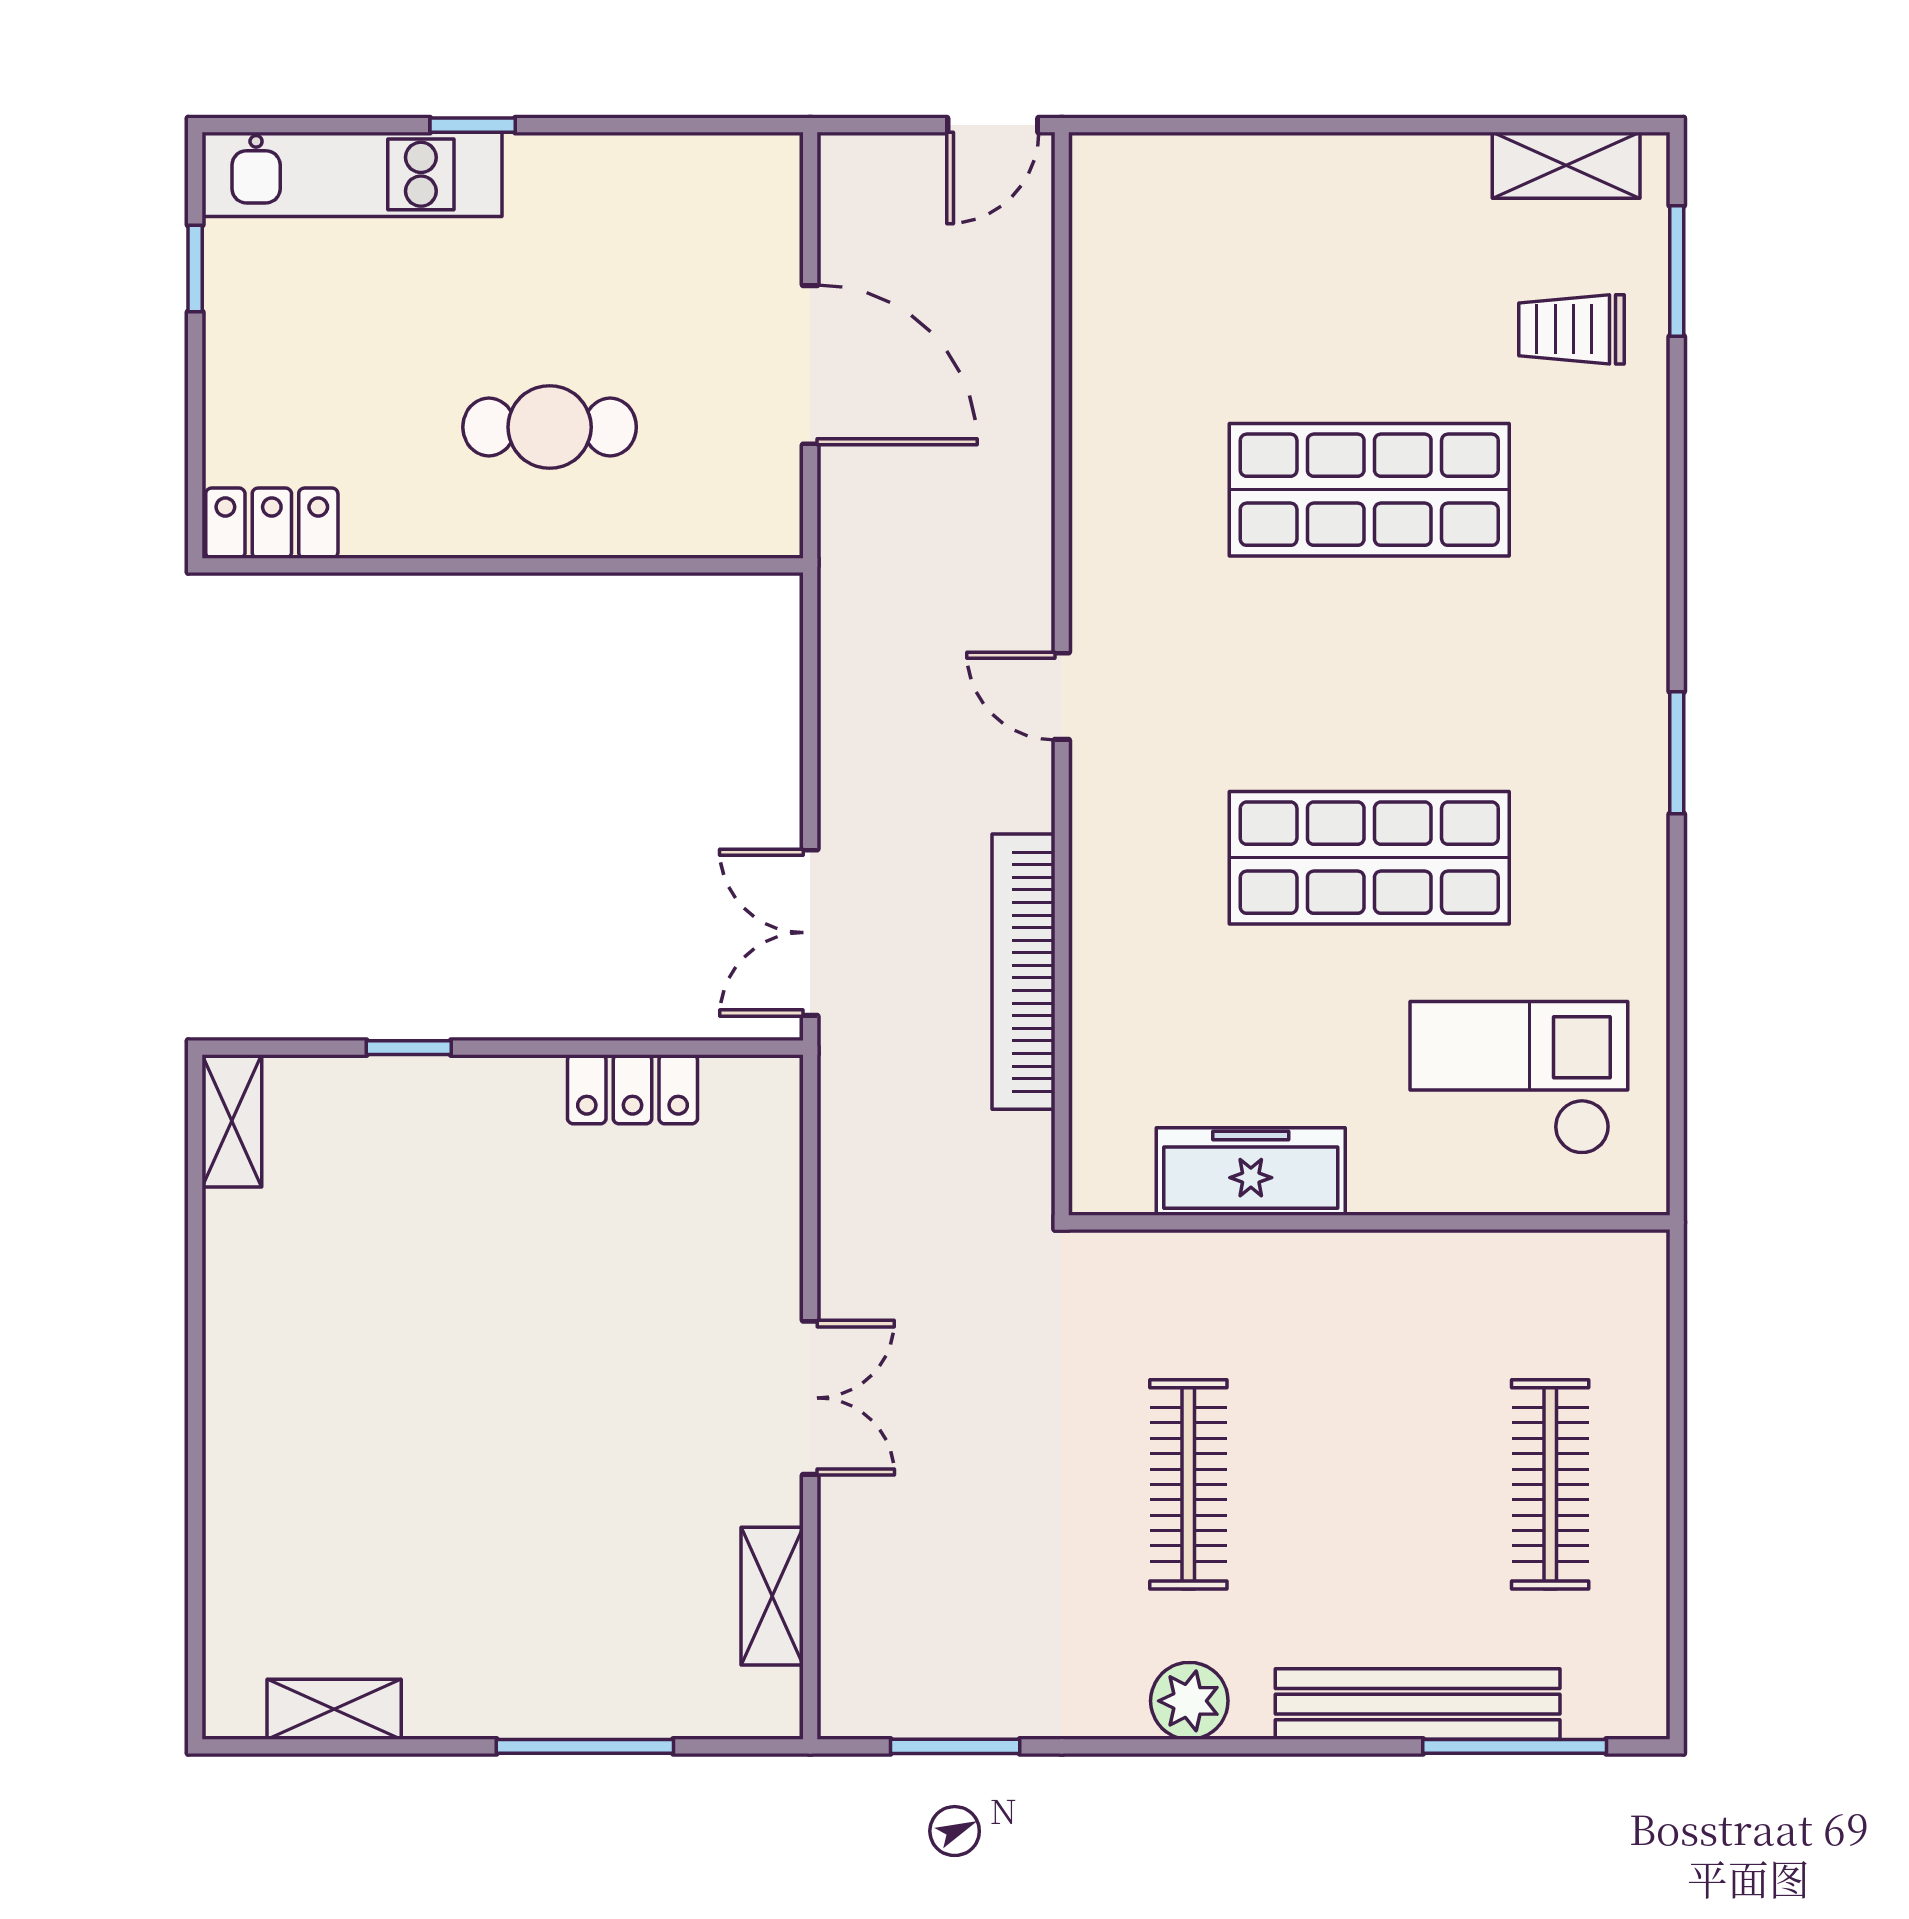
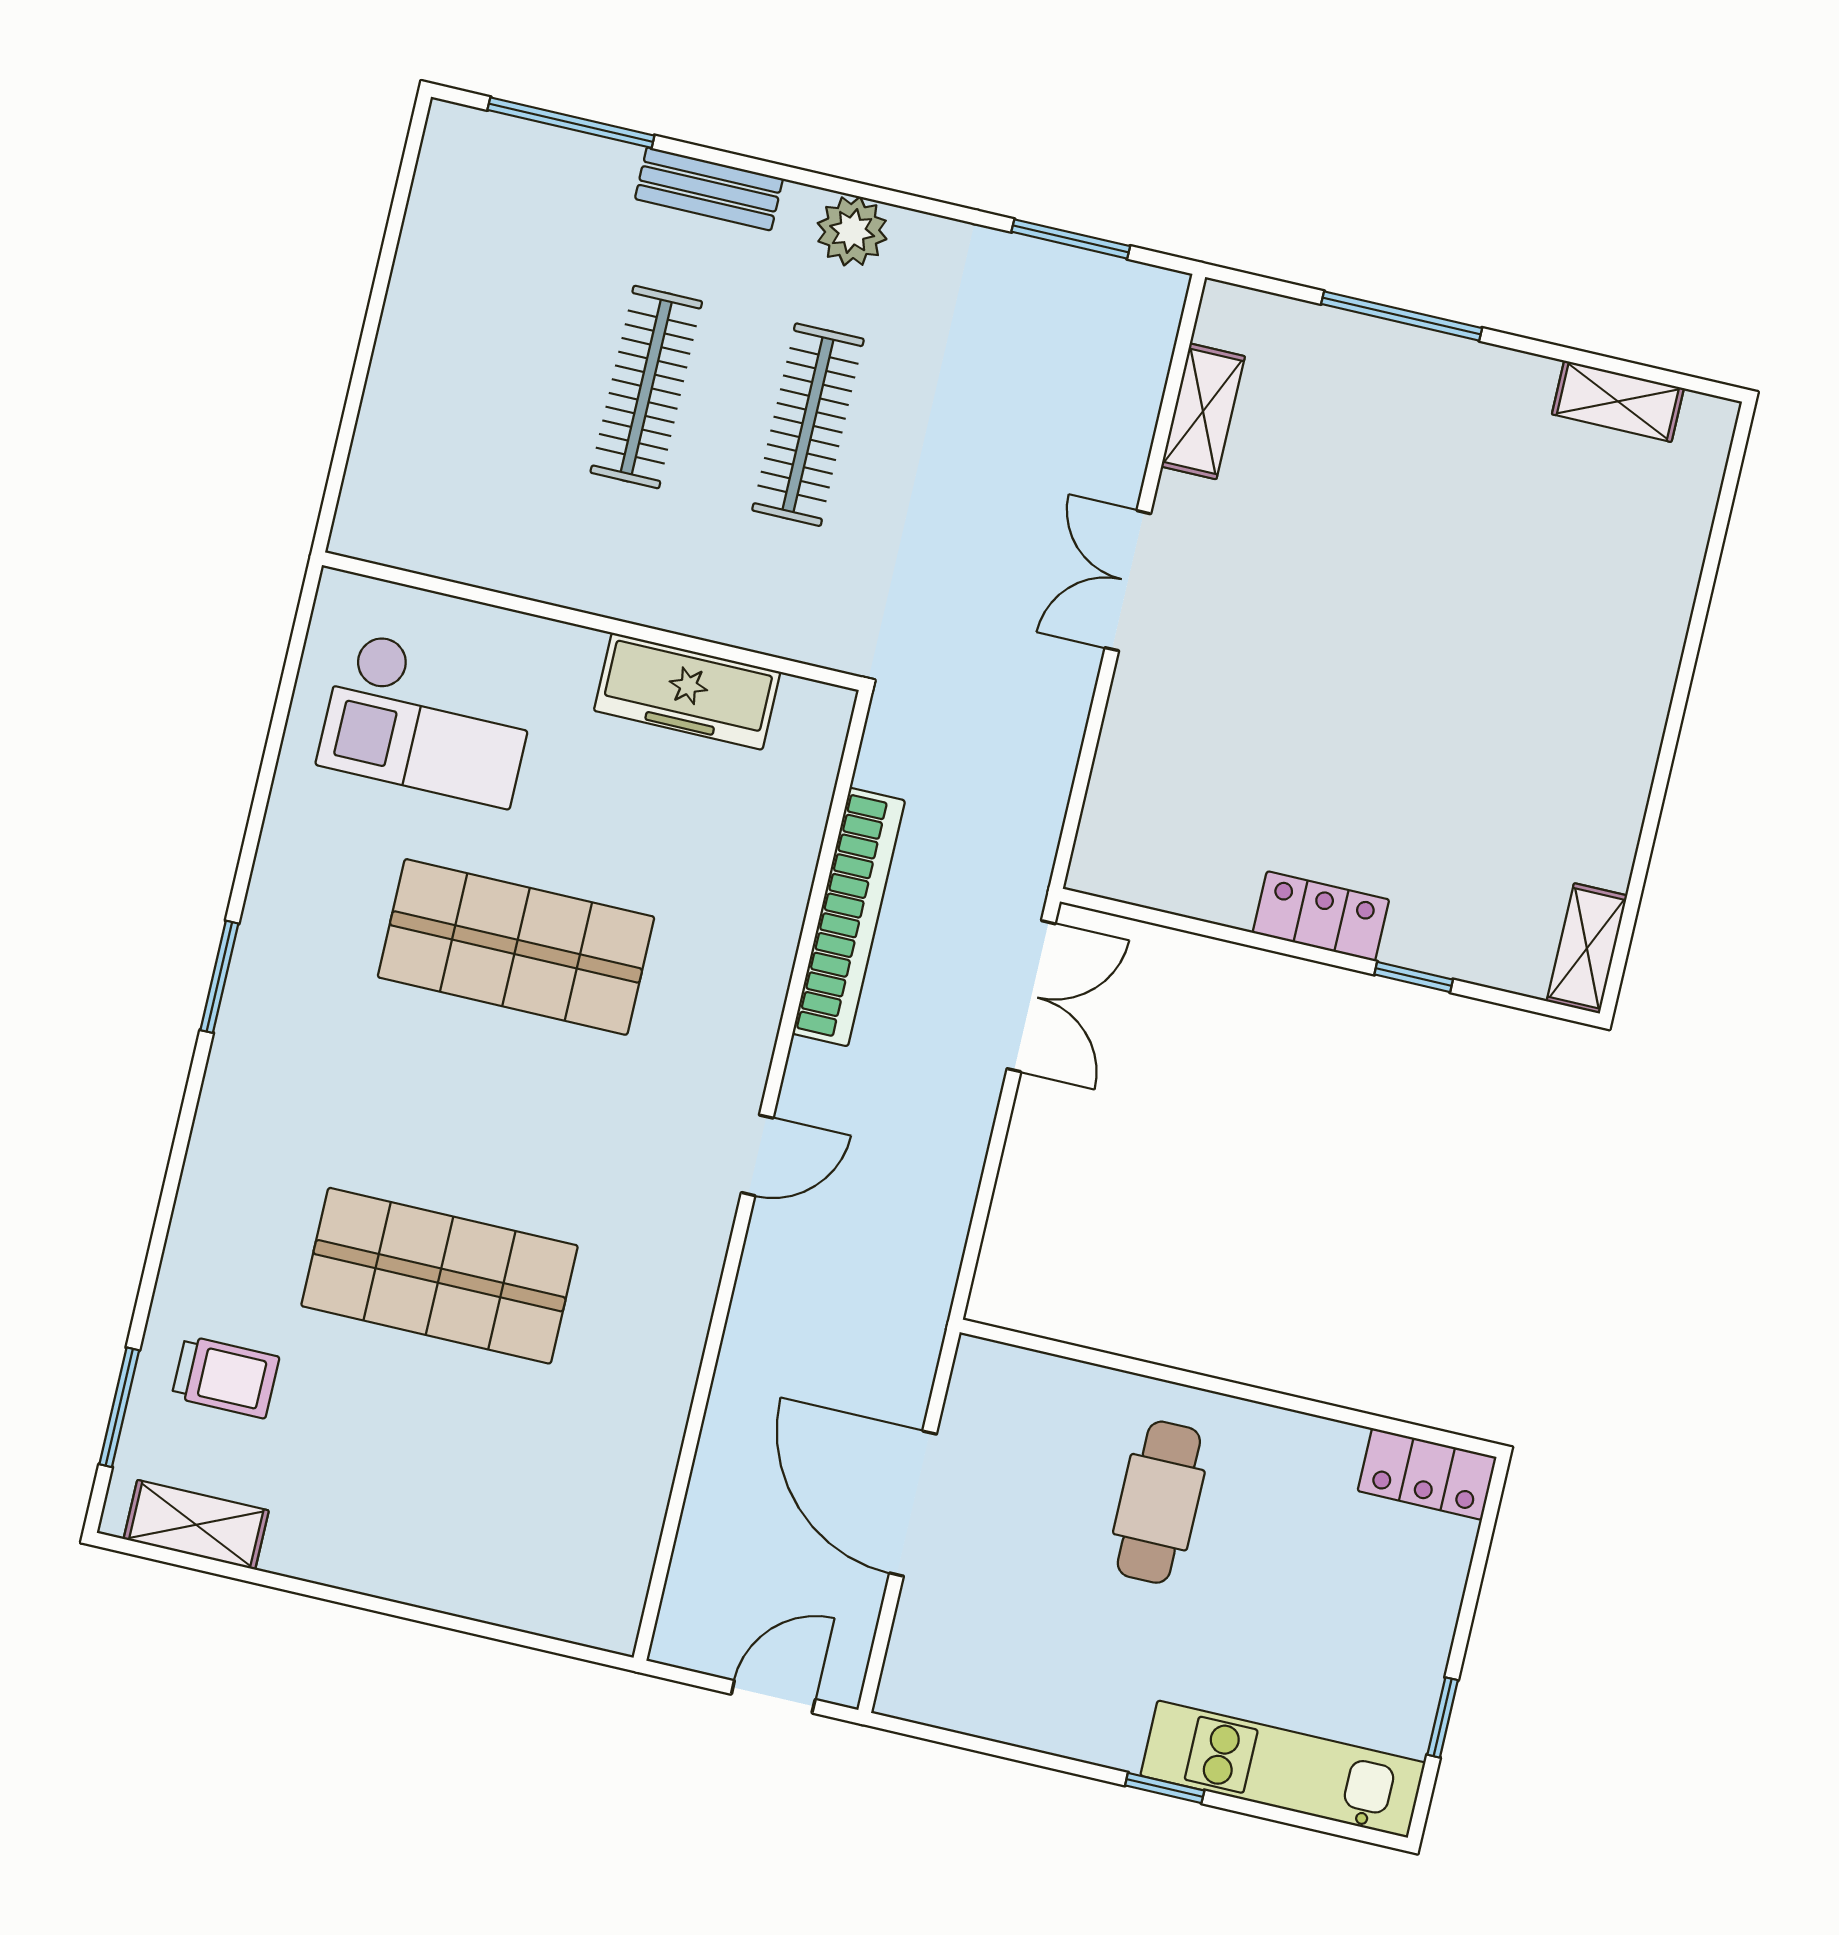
door: (993, 125) -> (773, 1697), moved
cafe table: (550, 427) -> (1159, 1502), turned 90
door: (1062, 696) -> (757, 1155), hinge flipped
locker: (633, 1089) -> (1321, 916), moved
clothes rail: (1550, 1484) -> (646, 387), moved
bench: (1418, 1704) -> (709, 189), width x0.54, depth x0.82

